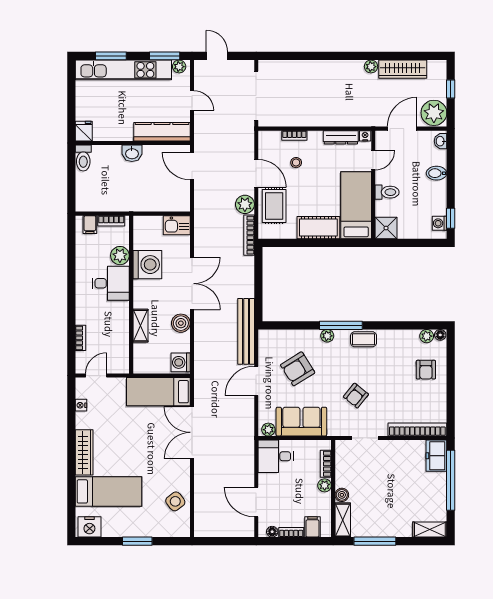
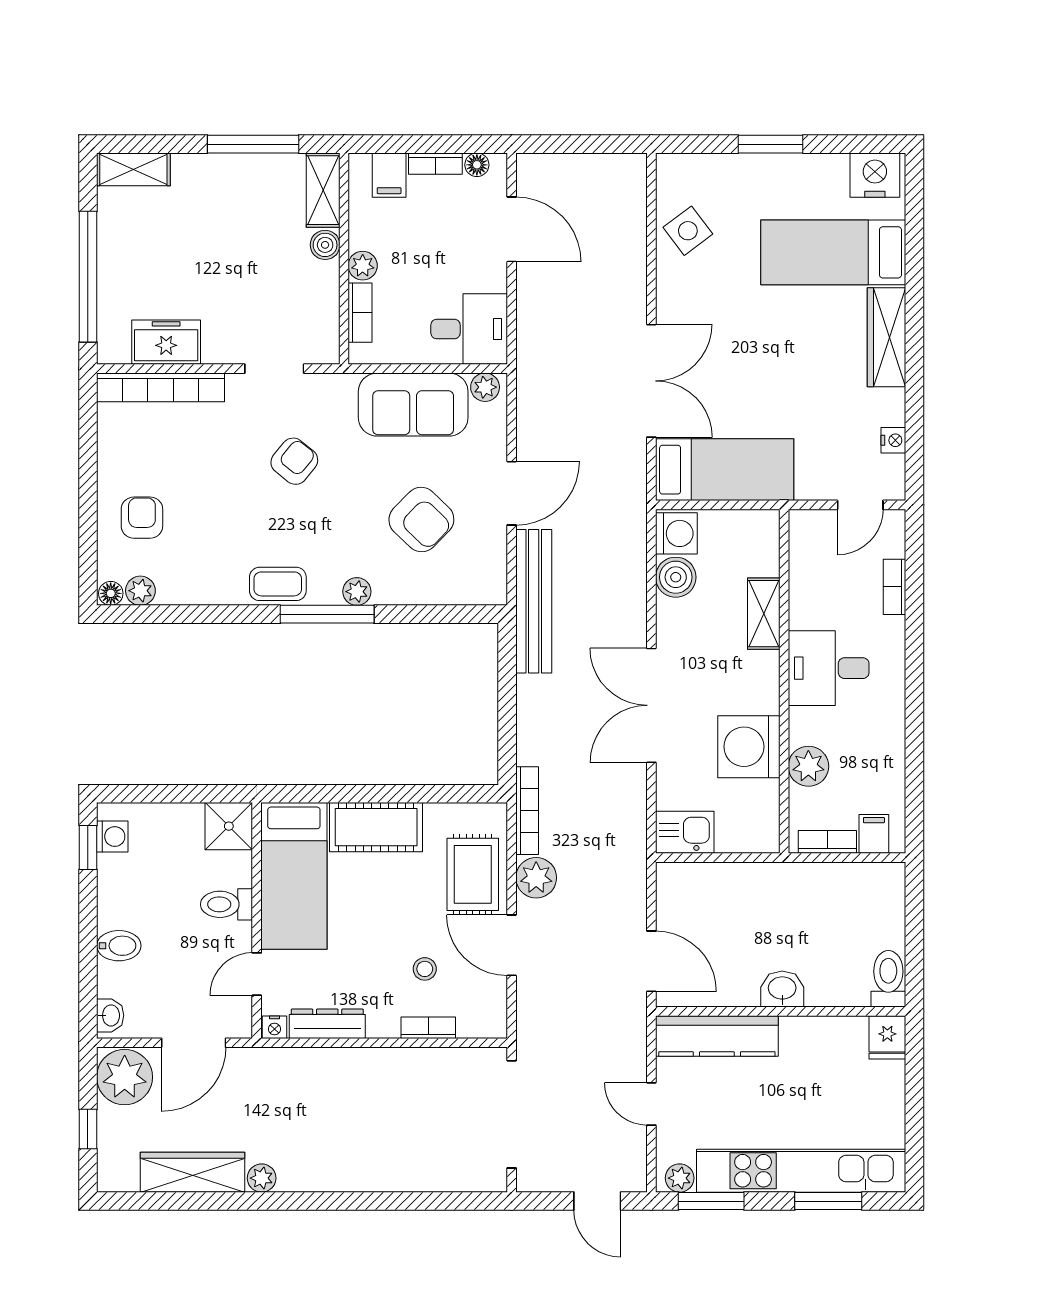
desk: (111, 283) -> (829, 668), moved
boiler: (181, 323) -> (676, 577), moved
armchair: (298, 369) -> (421, 520), turned 76
freezer: (436, 456) -> (166, 342), moved, turned -90

